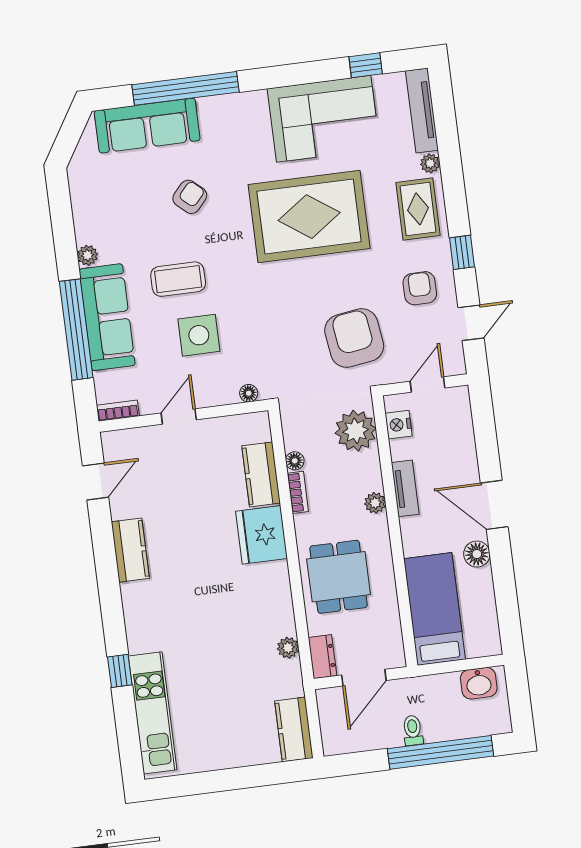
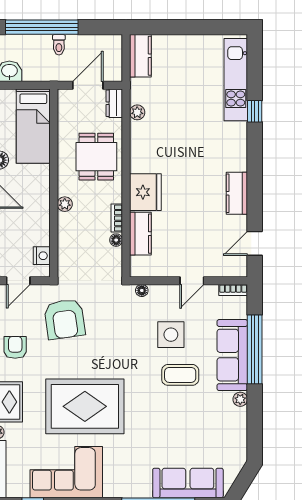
armchair: (190, 197) -> (165, 430), removed
armchair: (420, 288) -> (15, 347), turned 180
plant: (356, 431) -> (72, 255), removed
tv unit: (405, 488) -> (43, 211), removed

